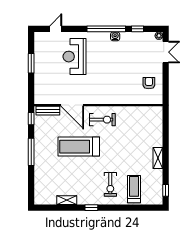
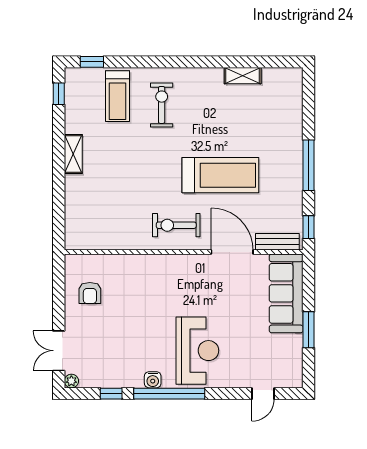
reception desk: (75, 57) -> (197, 351), moved
sofa: (43, 83) -> (286, 293), added
window: (91, 208) -> (92, 62), moved

